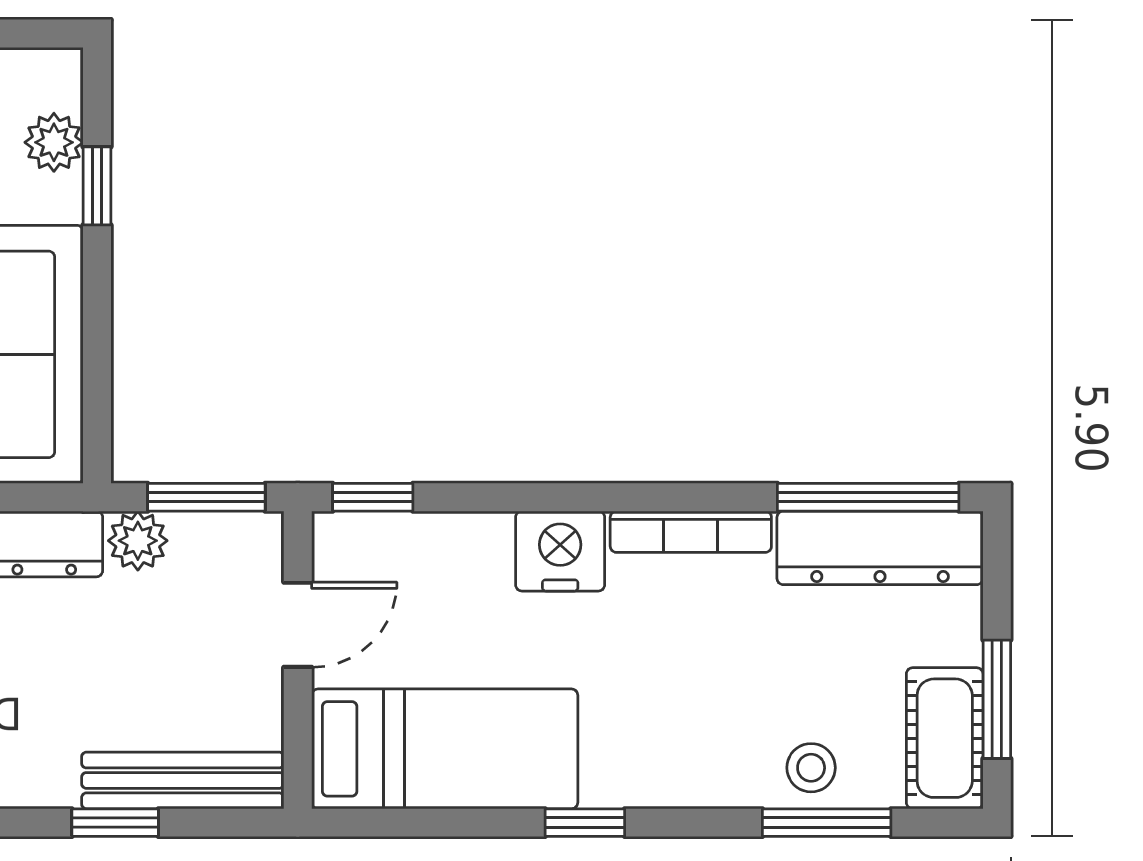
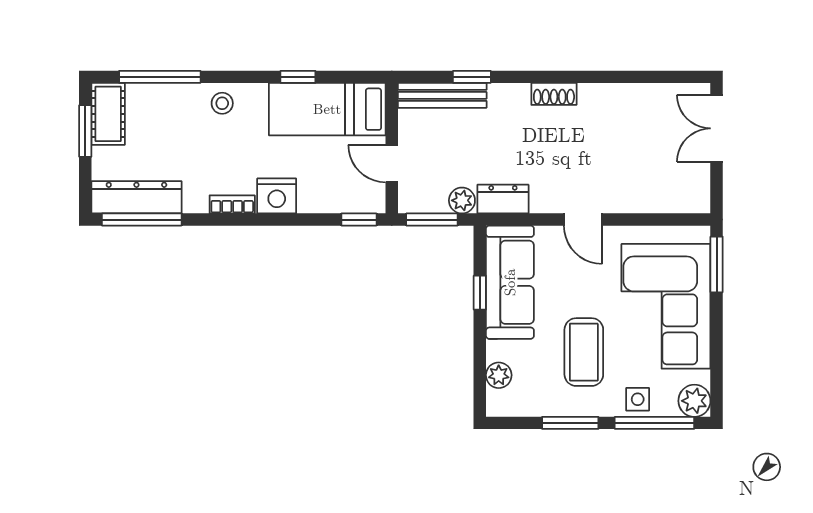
window: (97, 186) -> (480, 293), moved
bookcase: (691, 532) -> (232, 204), width x0.64
door: (298, 625) -> (392, 164), hinge flipped
stool: (811, 768) -> (222, 103), moved
window: (585, 823) -> (298, 77), moved
window: (827, 823) -> (160, 77), width x1.44

